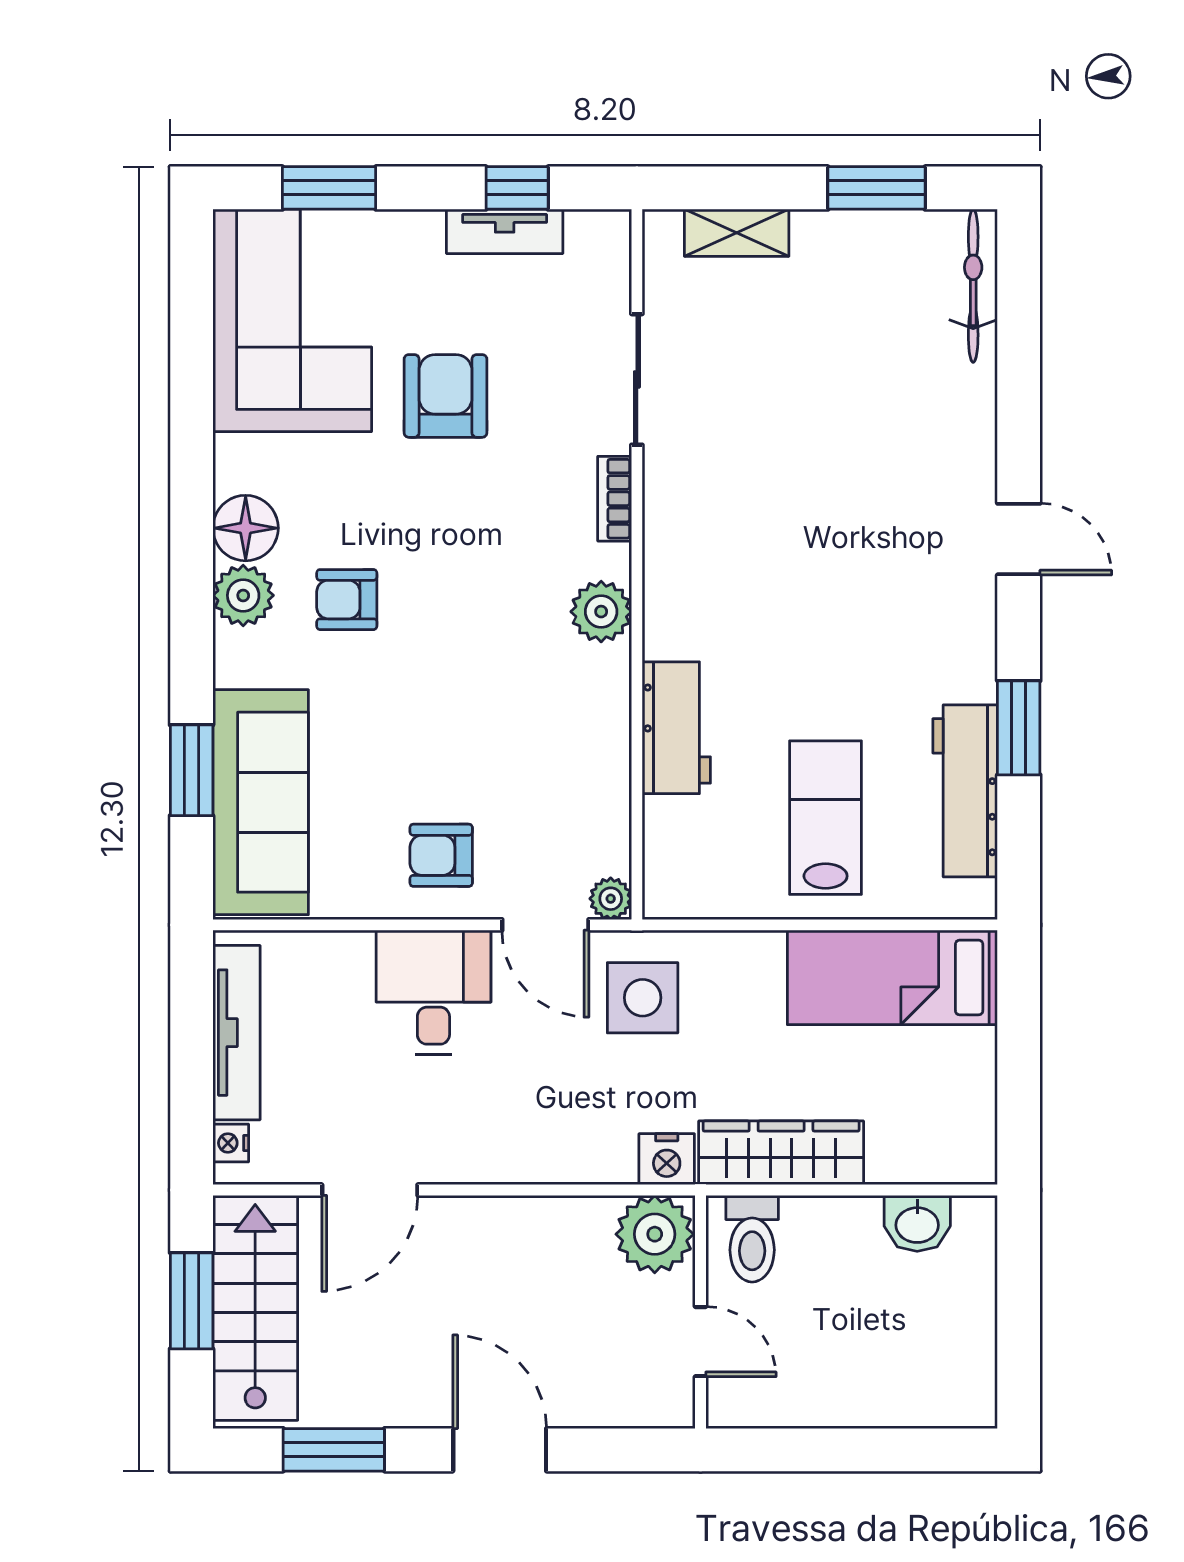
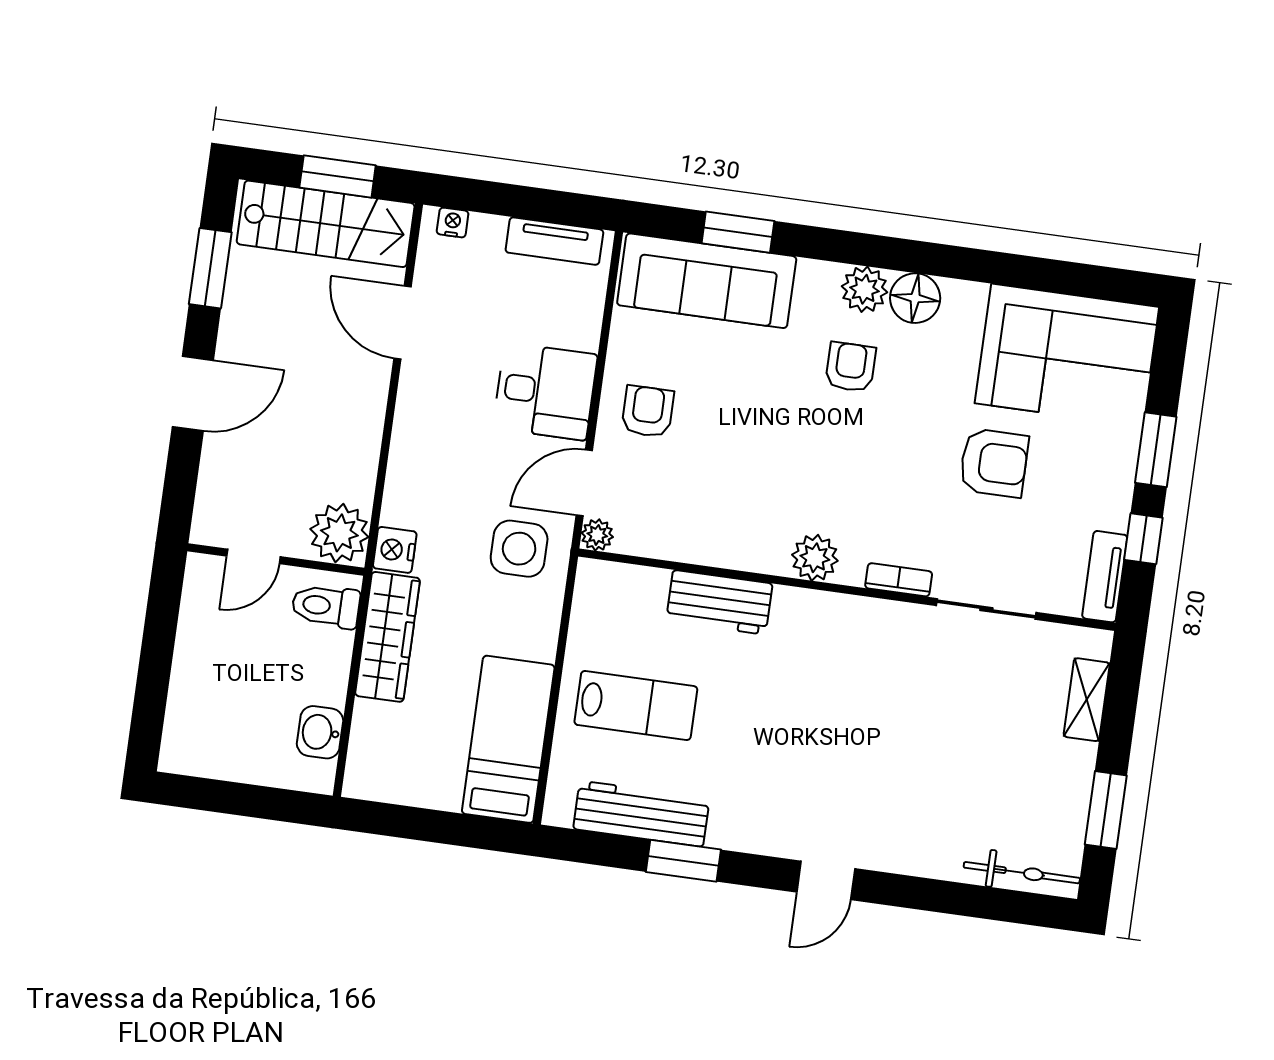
window: (329, 188) -> (1156, 450), moved
tv unit: (505, 231) -> (1105, 577), moved
tv unit: (236, 1033) -> (554, 241), width x0.71

